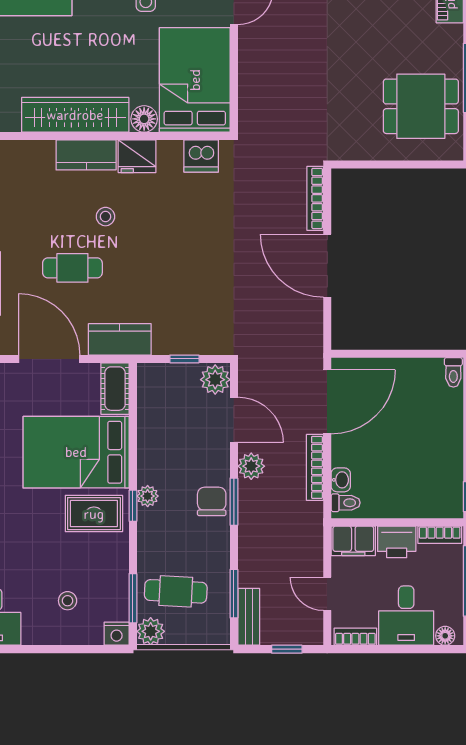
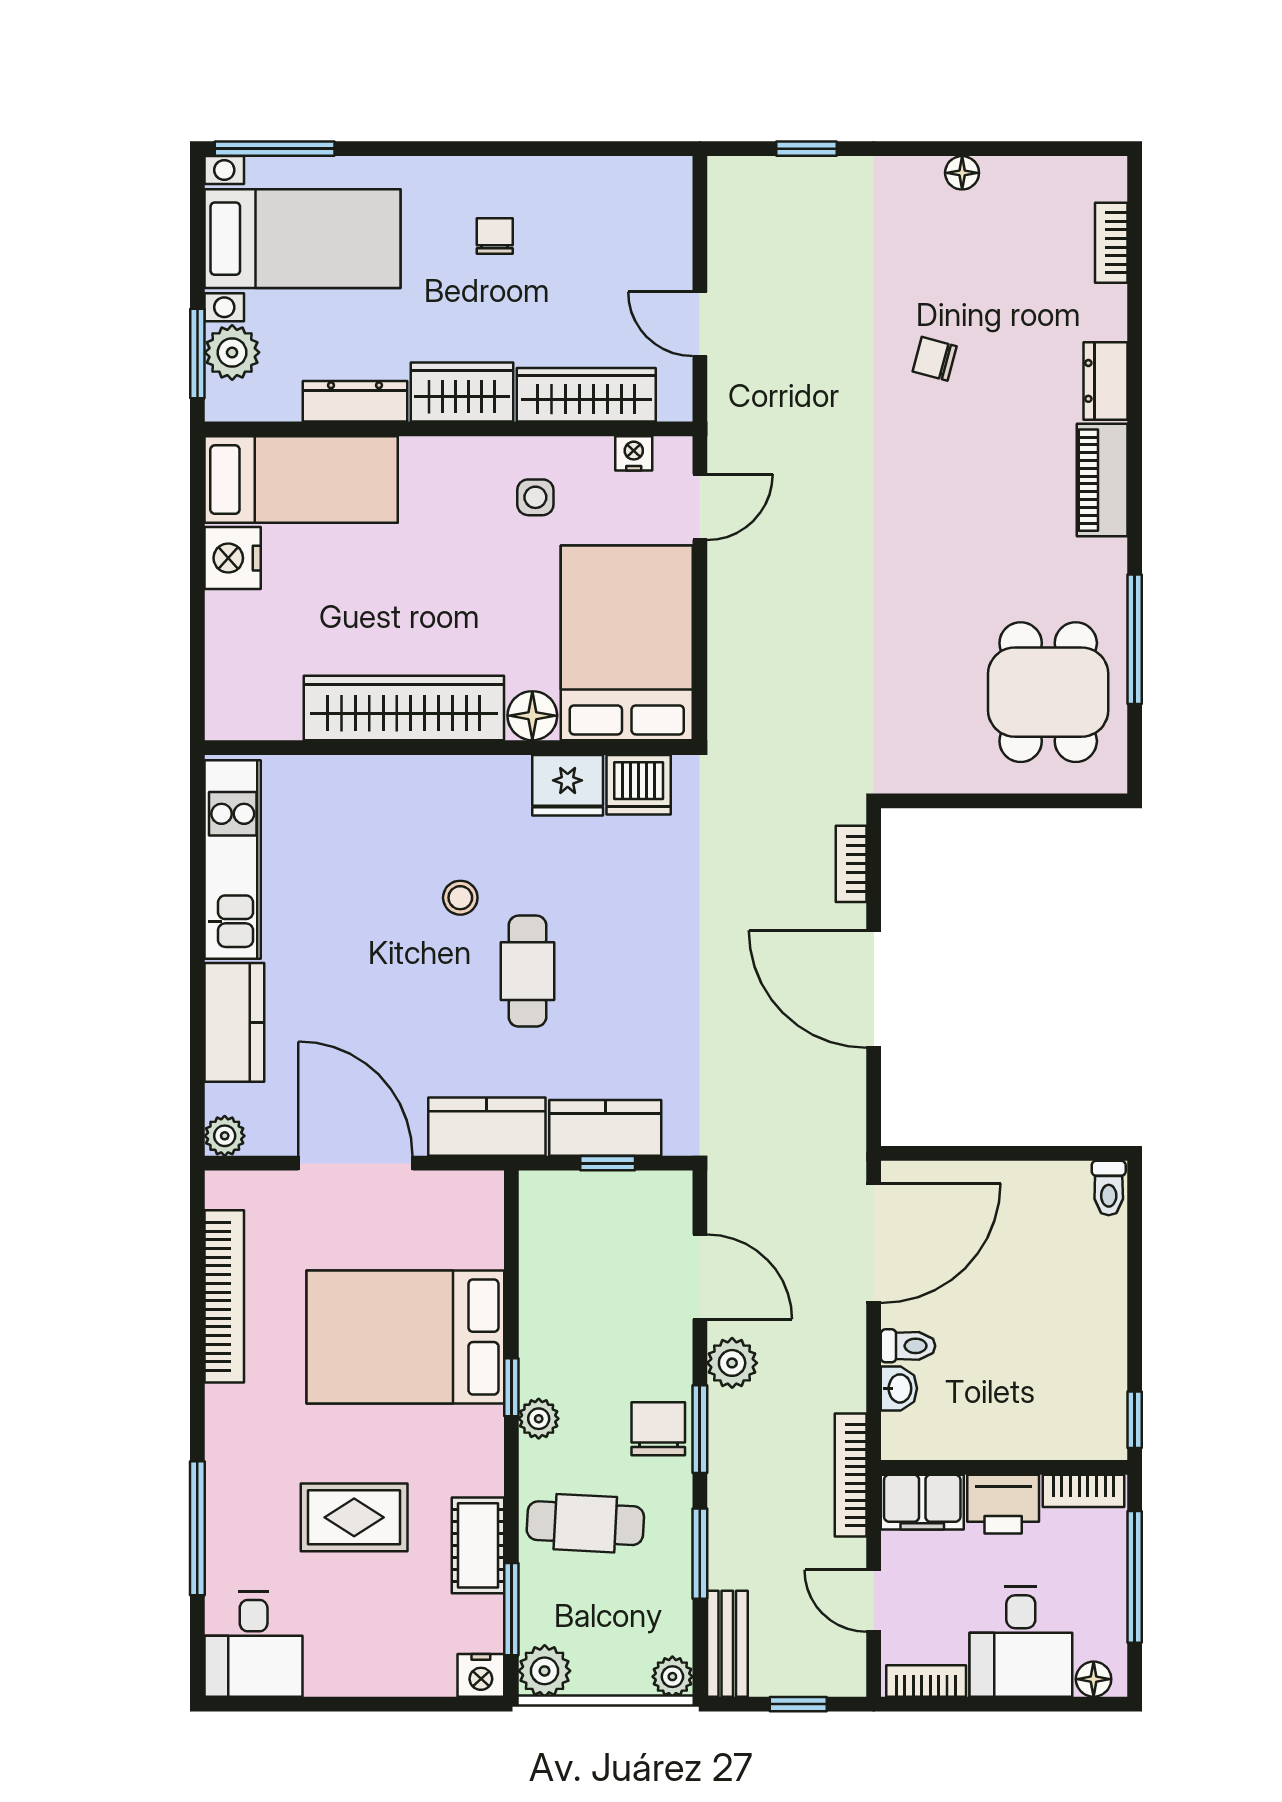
dining table: (421, 106) -> (1048, 692), turned 90
kitchen counter: (86, 155) -> (605, 1128), moved, turned 180
fridge: (137, 156) -> (568, 785), moved
bookcase: (315, 198) -> (851, 864), width x0.64
cafe table: (72, 268) -> (527, 971), moved, turned 90
plant: (215, 380) -> (672, 1677), moved, width x0.73, depth x0.73
cot: (115, 389) -> (478, 1545), moved
bookcase: (315, 467) -> (851, 1475), moved
toilet: (346, 503) -> (908, 1346), moved
window: (133, 506) -> (511, 1387), moved
rug: (94, 514) -> (354, 1517), moved
cafe table: (176, 591) -> (585, 1523), moved
window: (234, 594) -> (700, 1554), moved
stool: (68, 601) -> (390, 1614), removed

